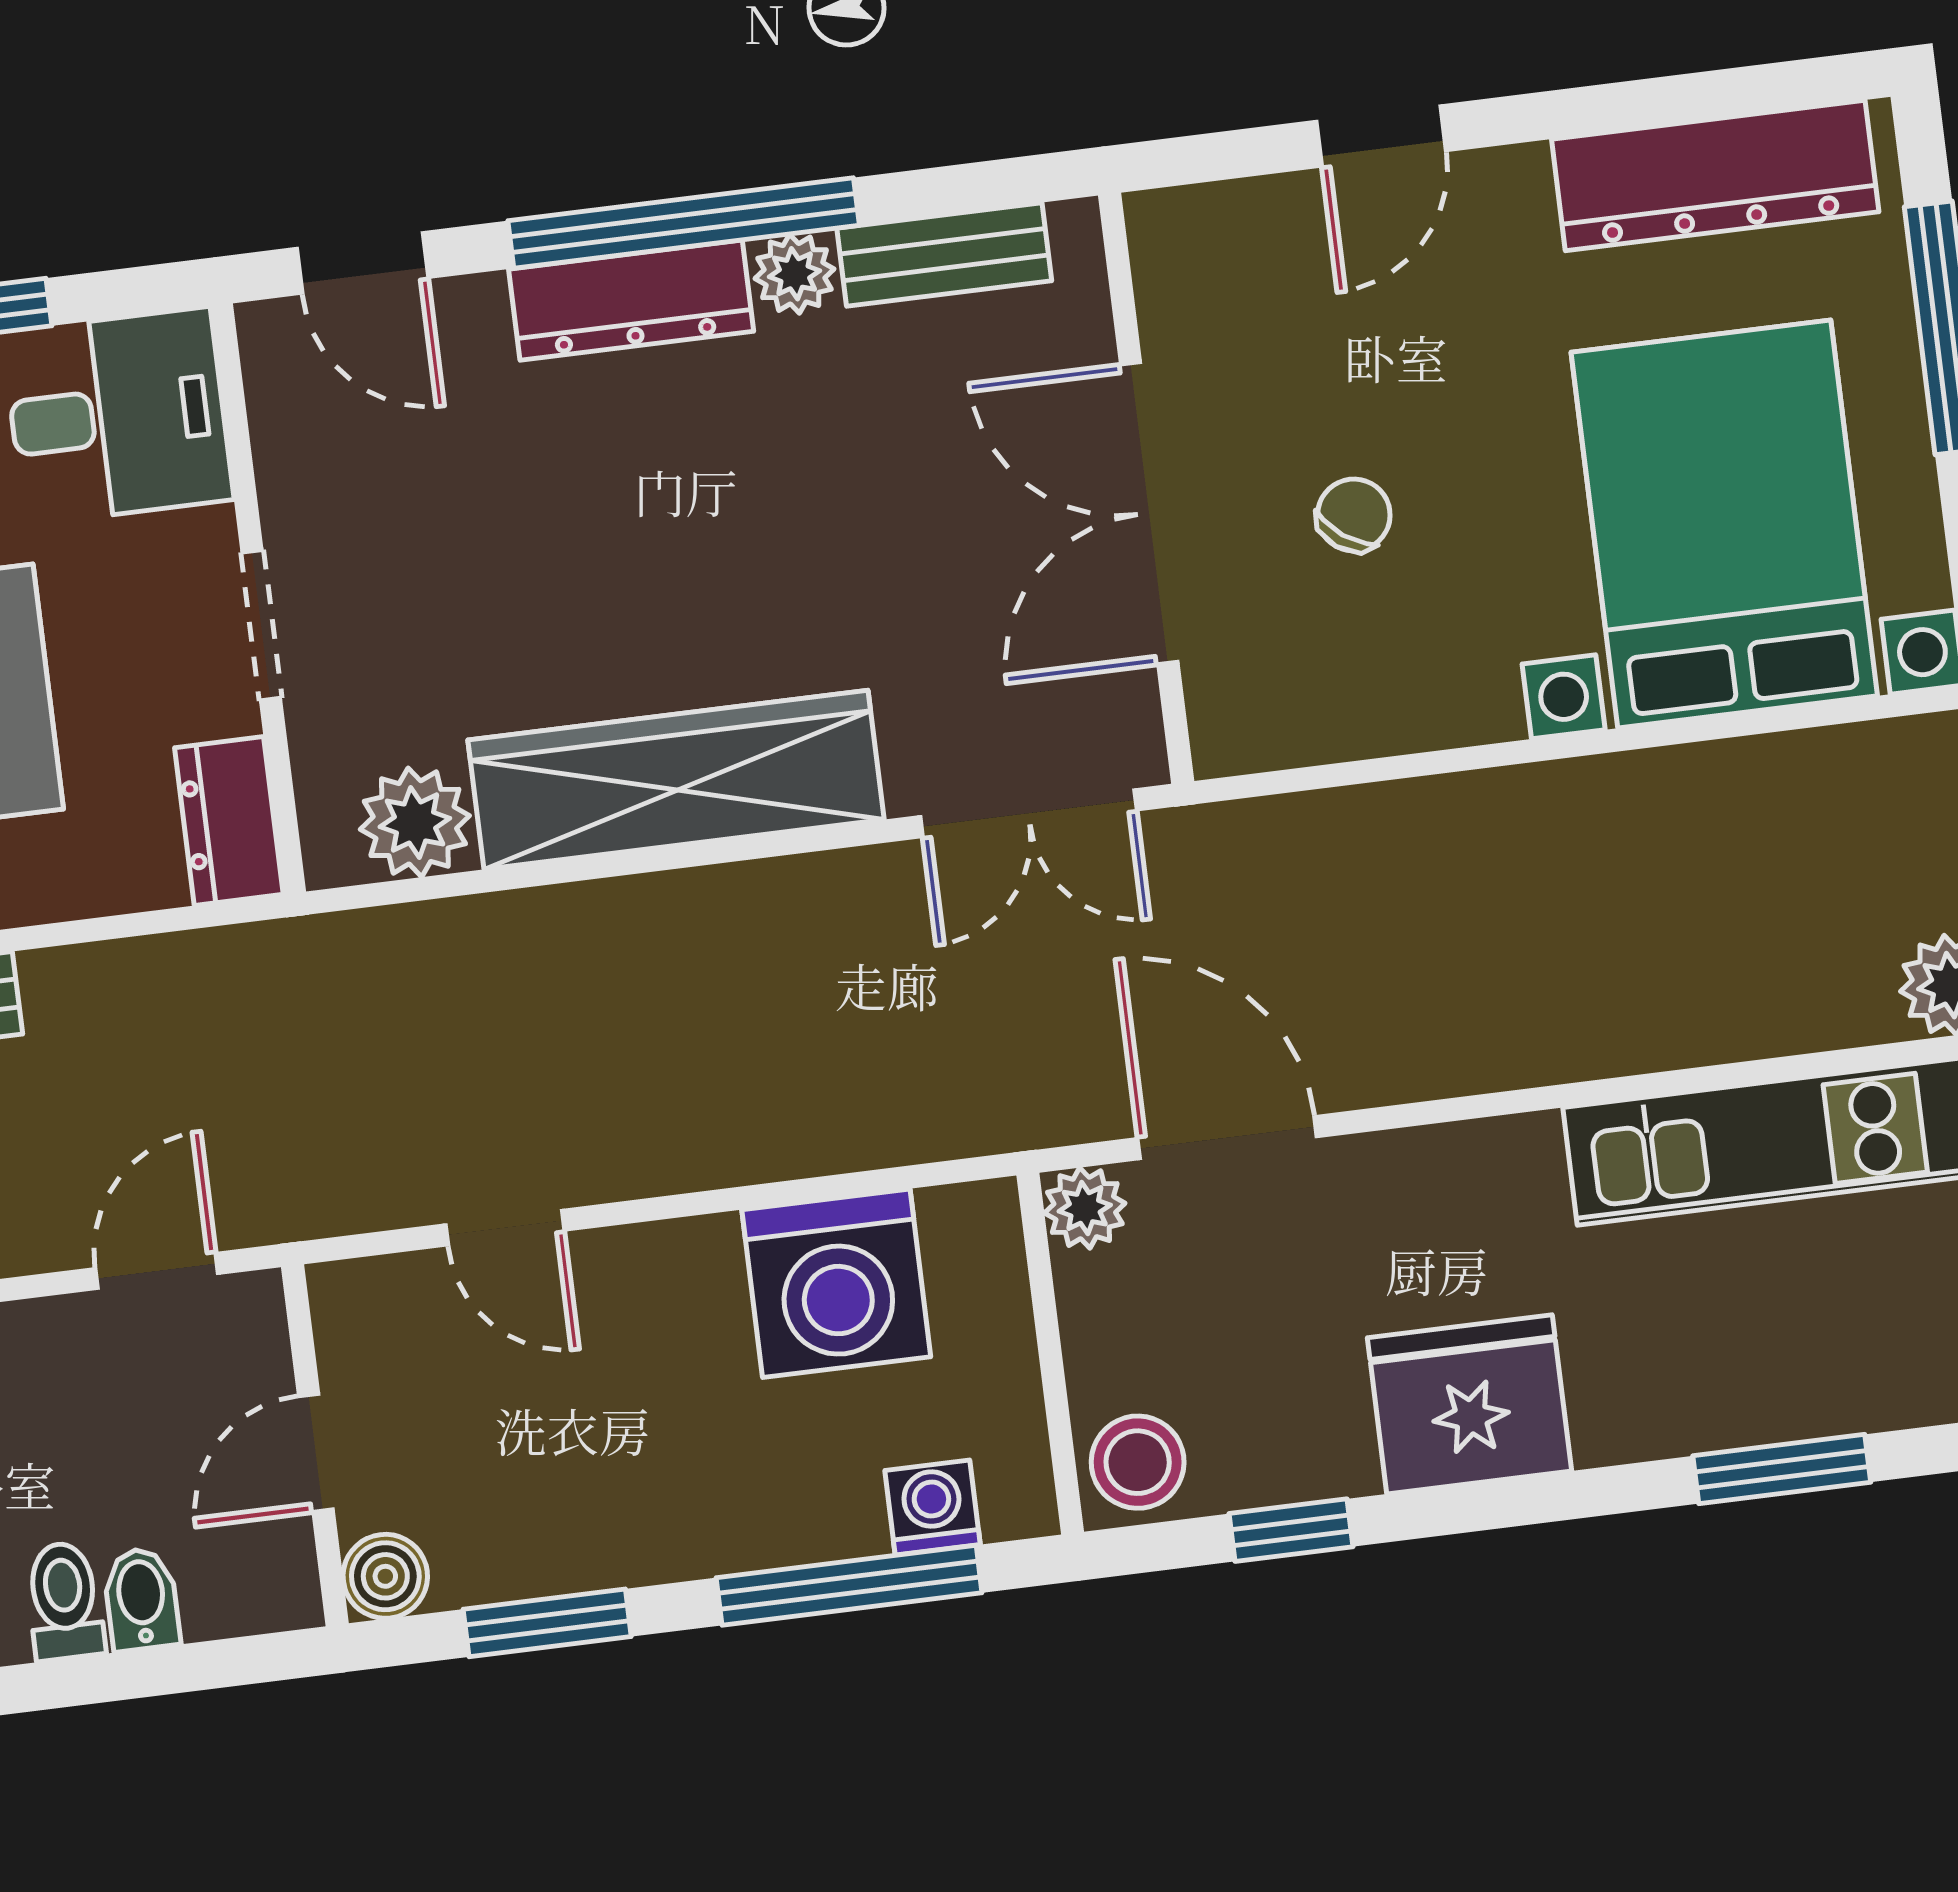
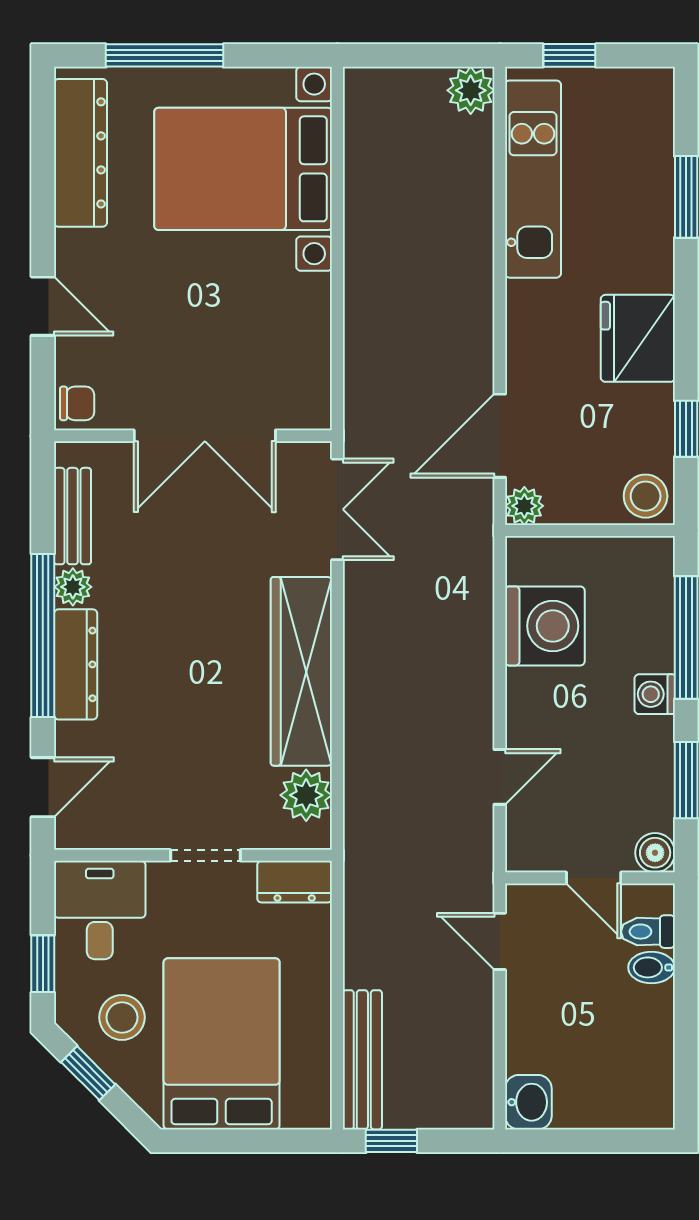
chair: (1354, 515) -> (77, 403), moved, turned 144
washing machine: (933, 1508) -> (655, 694), moved
toilet: (65, 1601) -> (648, 932), moved

